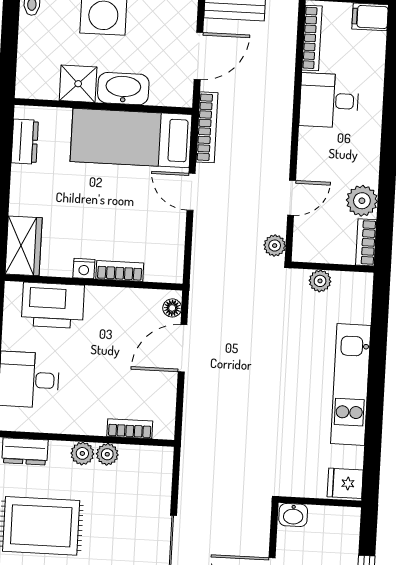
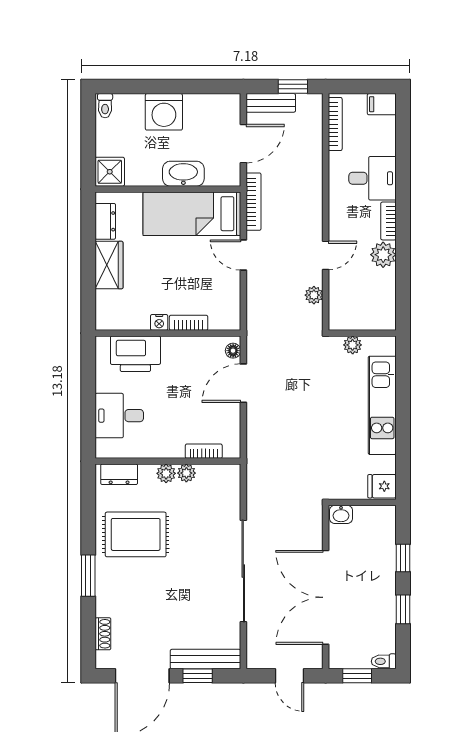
shower: (78, 84) -> (110, 172), moved
desk: (329, 100) -> (373, 178), moved, turned 180
bookcase: (366, 242) -> (388, 221), moved
wardrobe: (24, 246) -> (109, 265), moved
wall: (333, 267) -> (362, 333), moved
plant: (320, 281) -> (353, 345), moved

